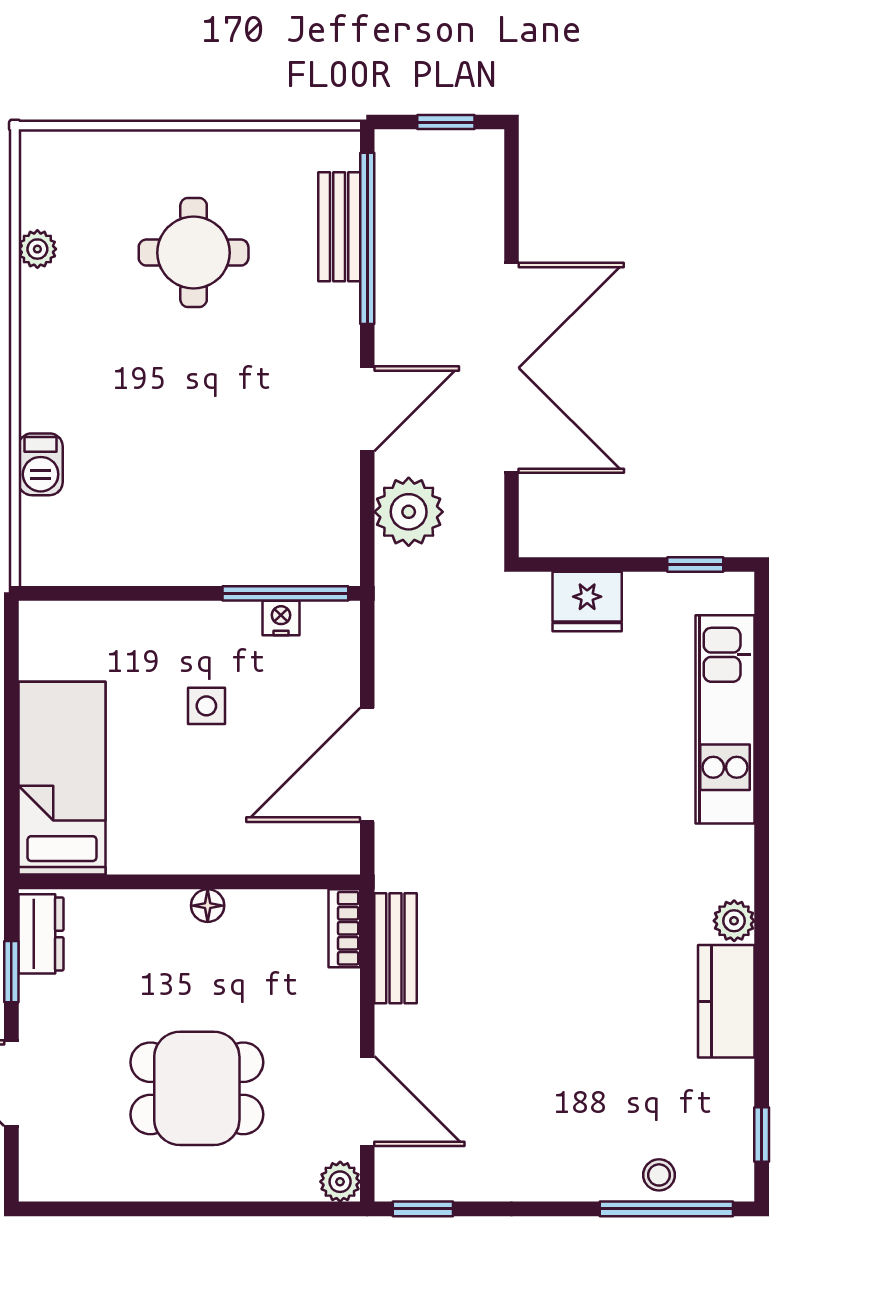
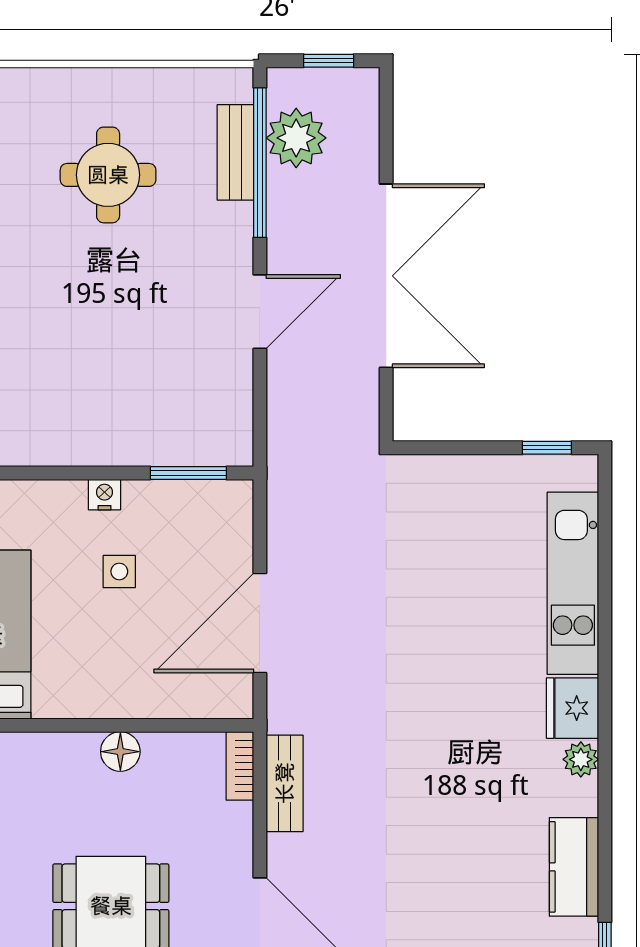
plant: (409, 512) -> (296, 138), moved
window: (285, 593) -> (188, 473), width x0.69
fridge: (587, 601) -> (573, 708), moved, turned 90
nightstand: (281, 618) -> (104, 495), moved
floor lamp: (208, 906) -> (120, 752), width x1.37, depth x1.37
kitchen counter: (726, 1001) -> (574, 867), moved

